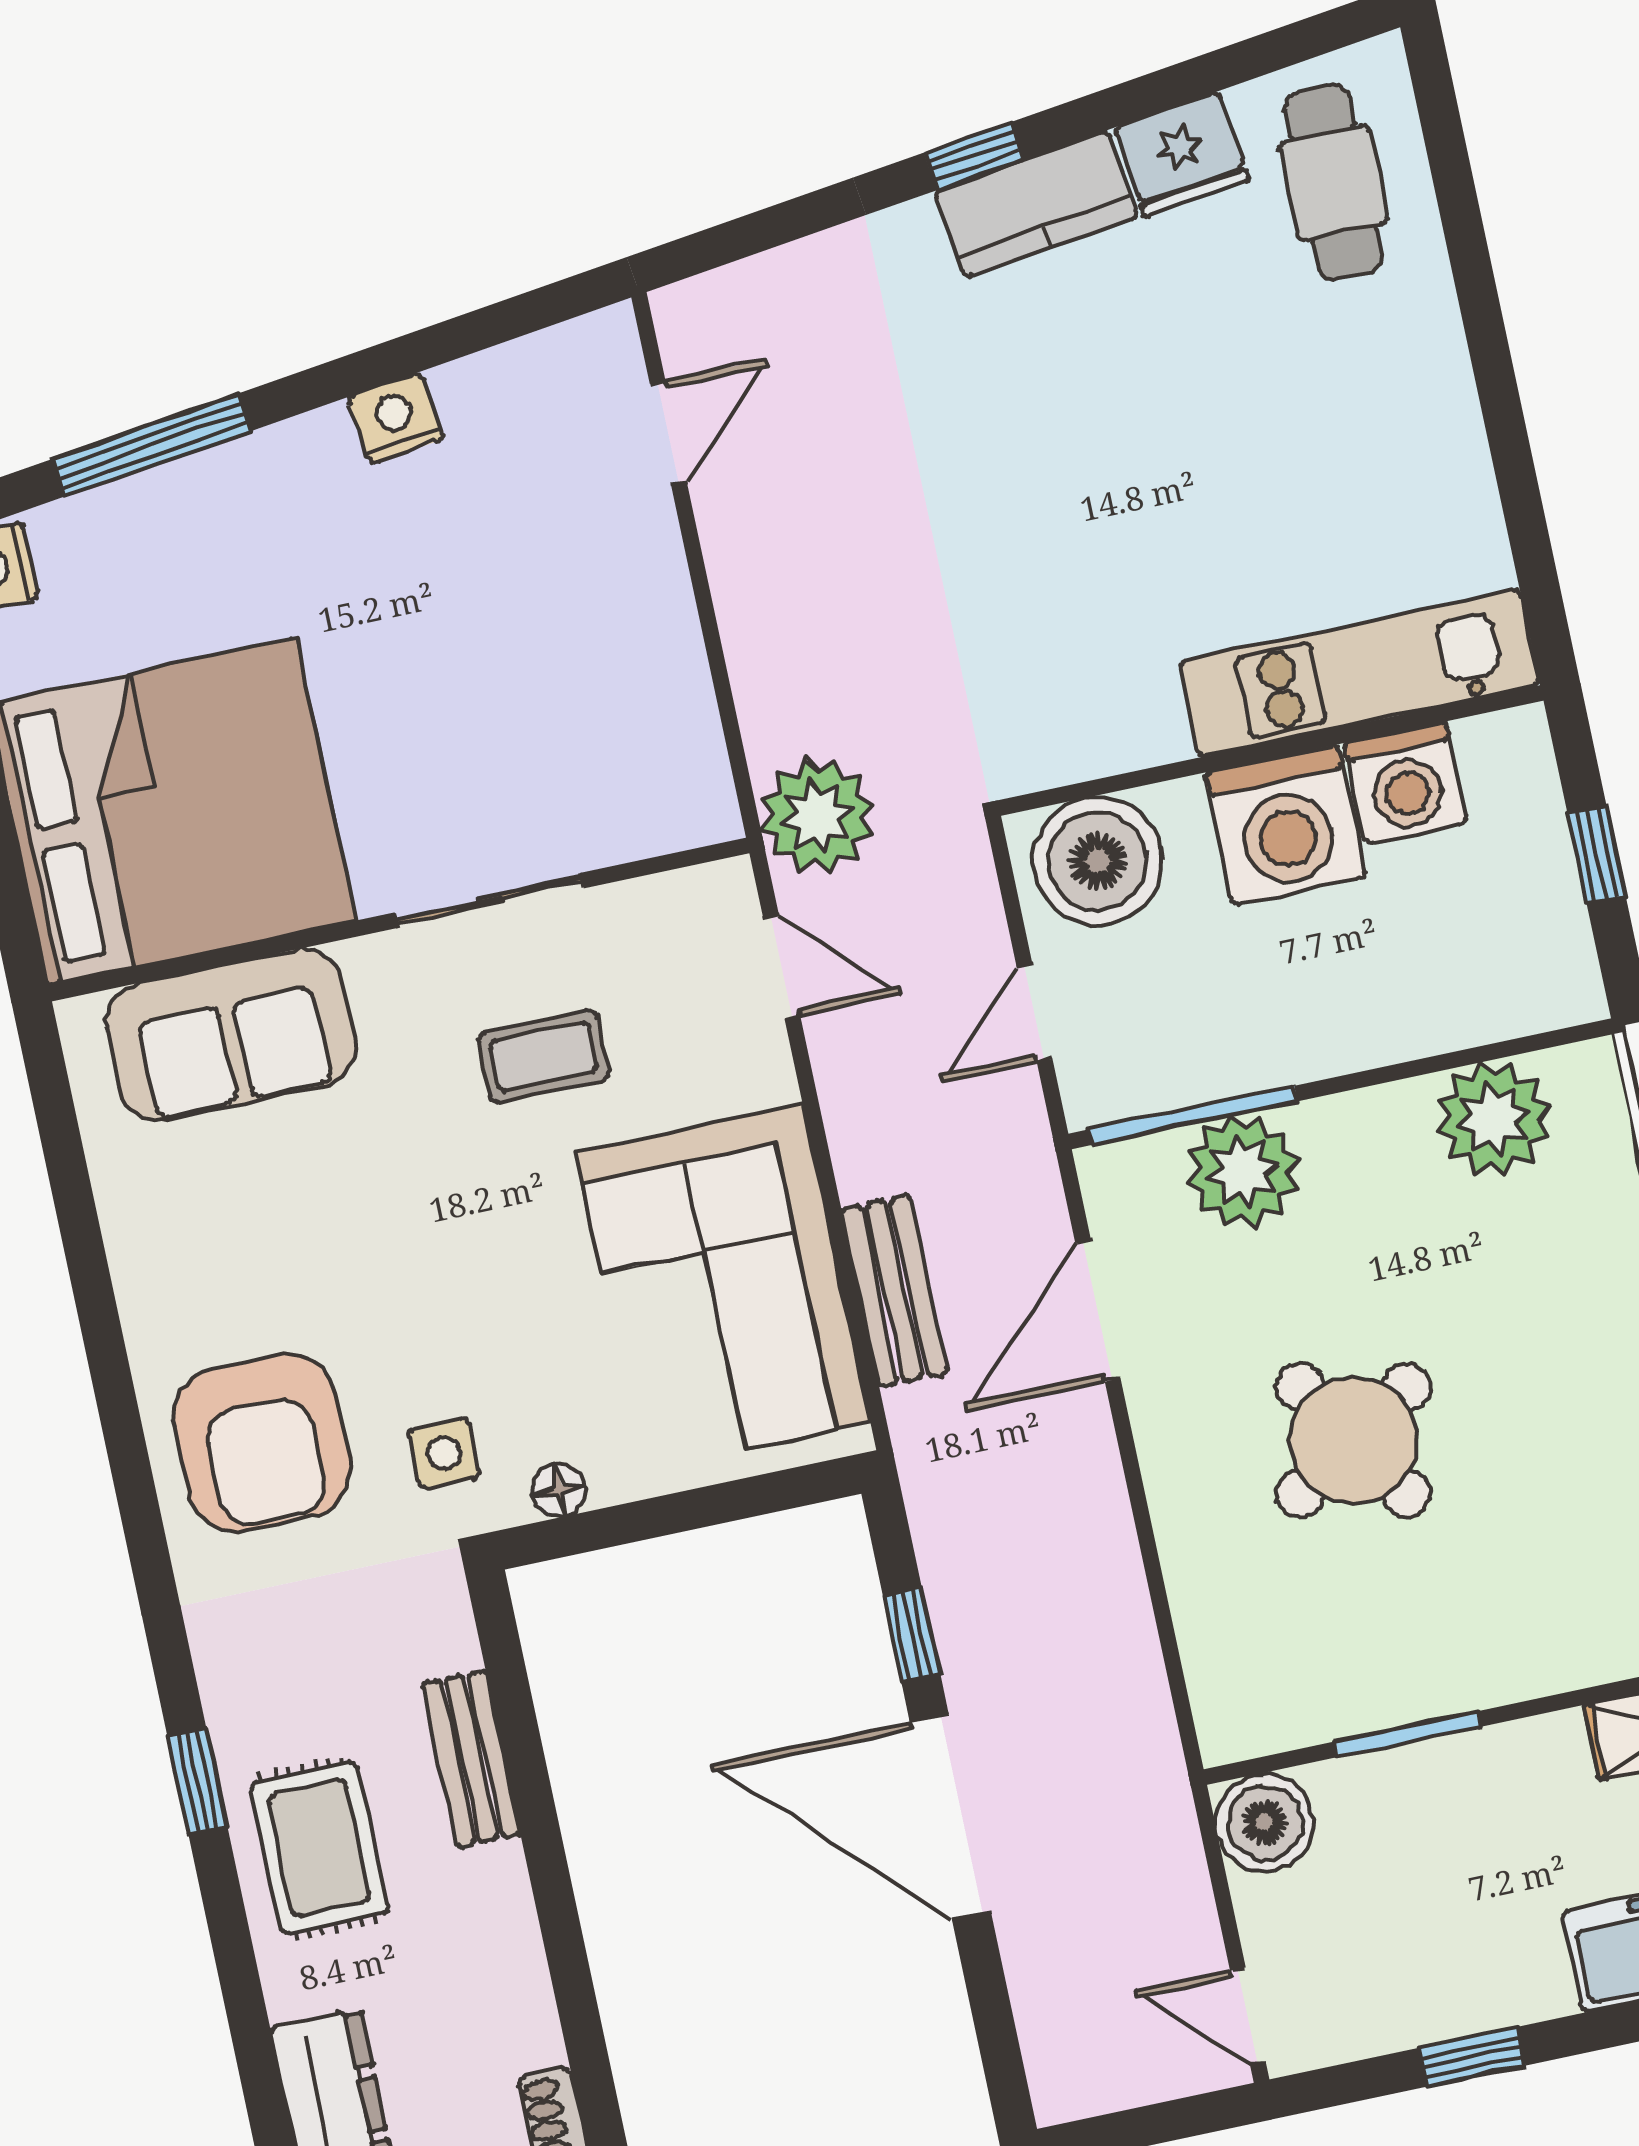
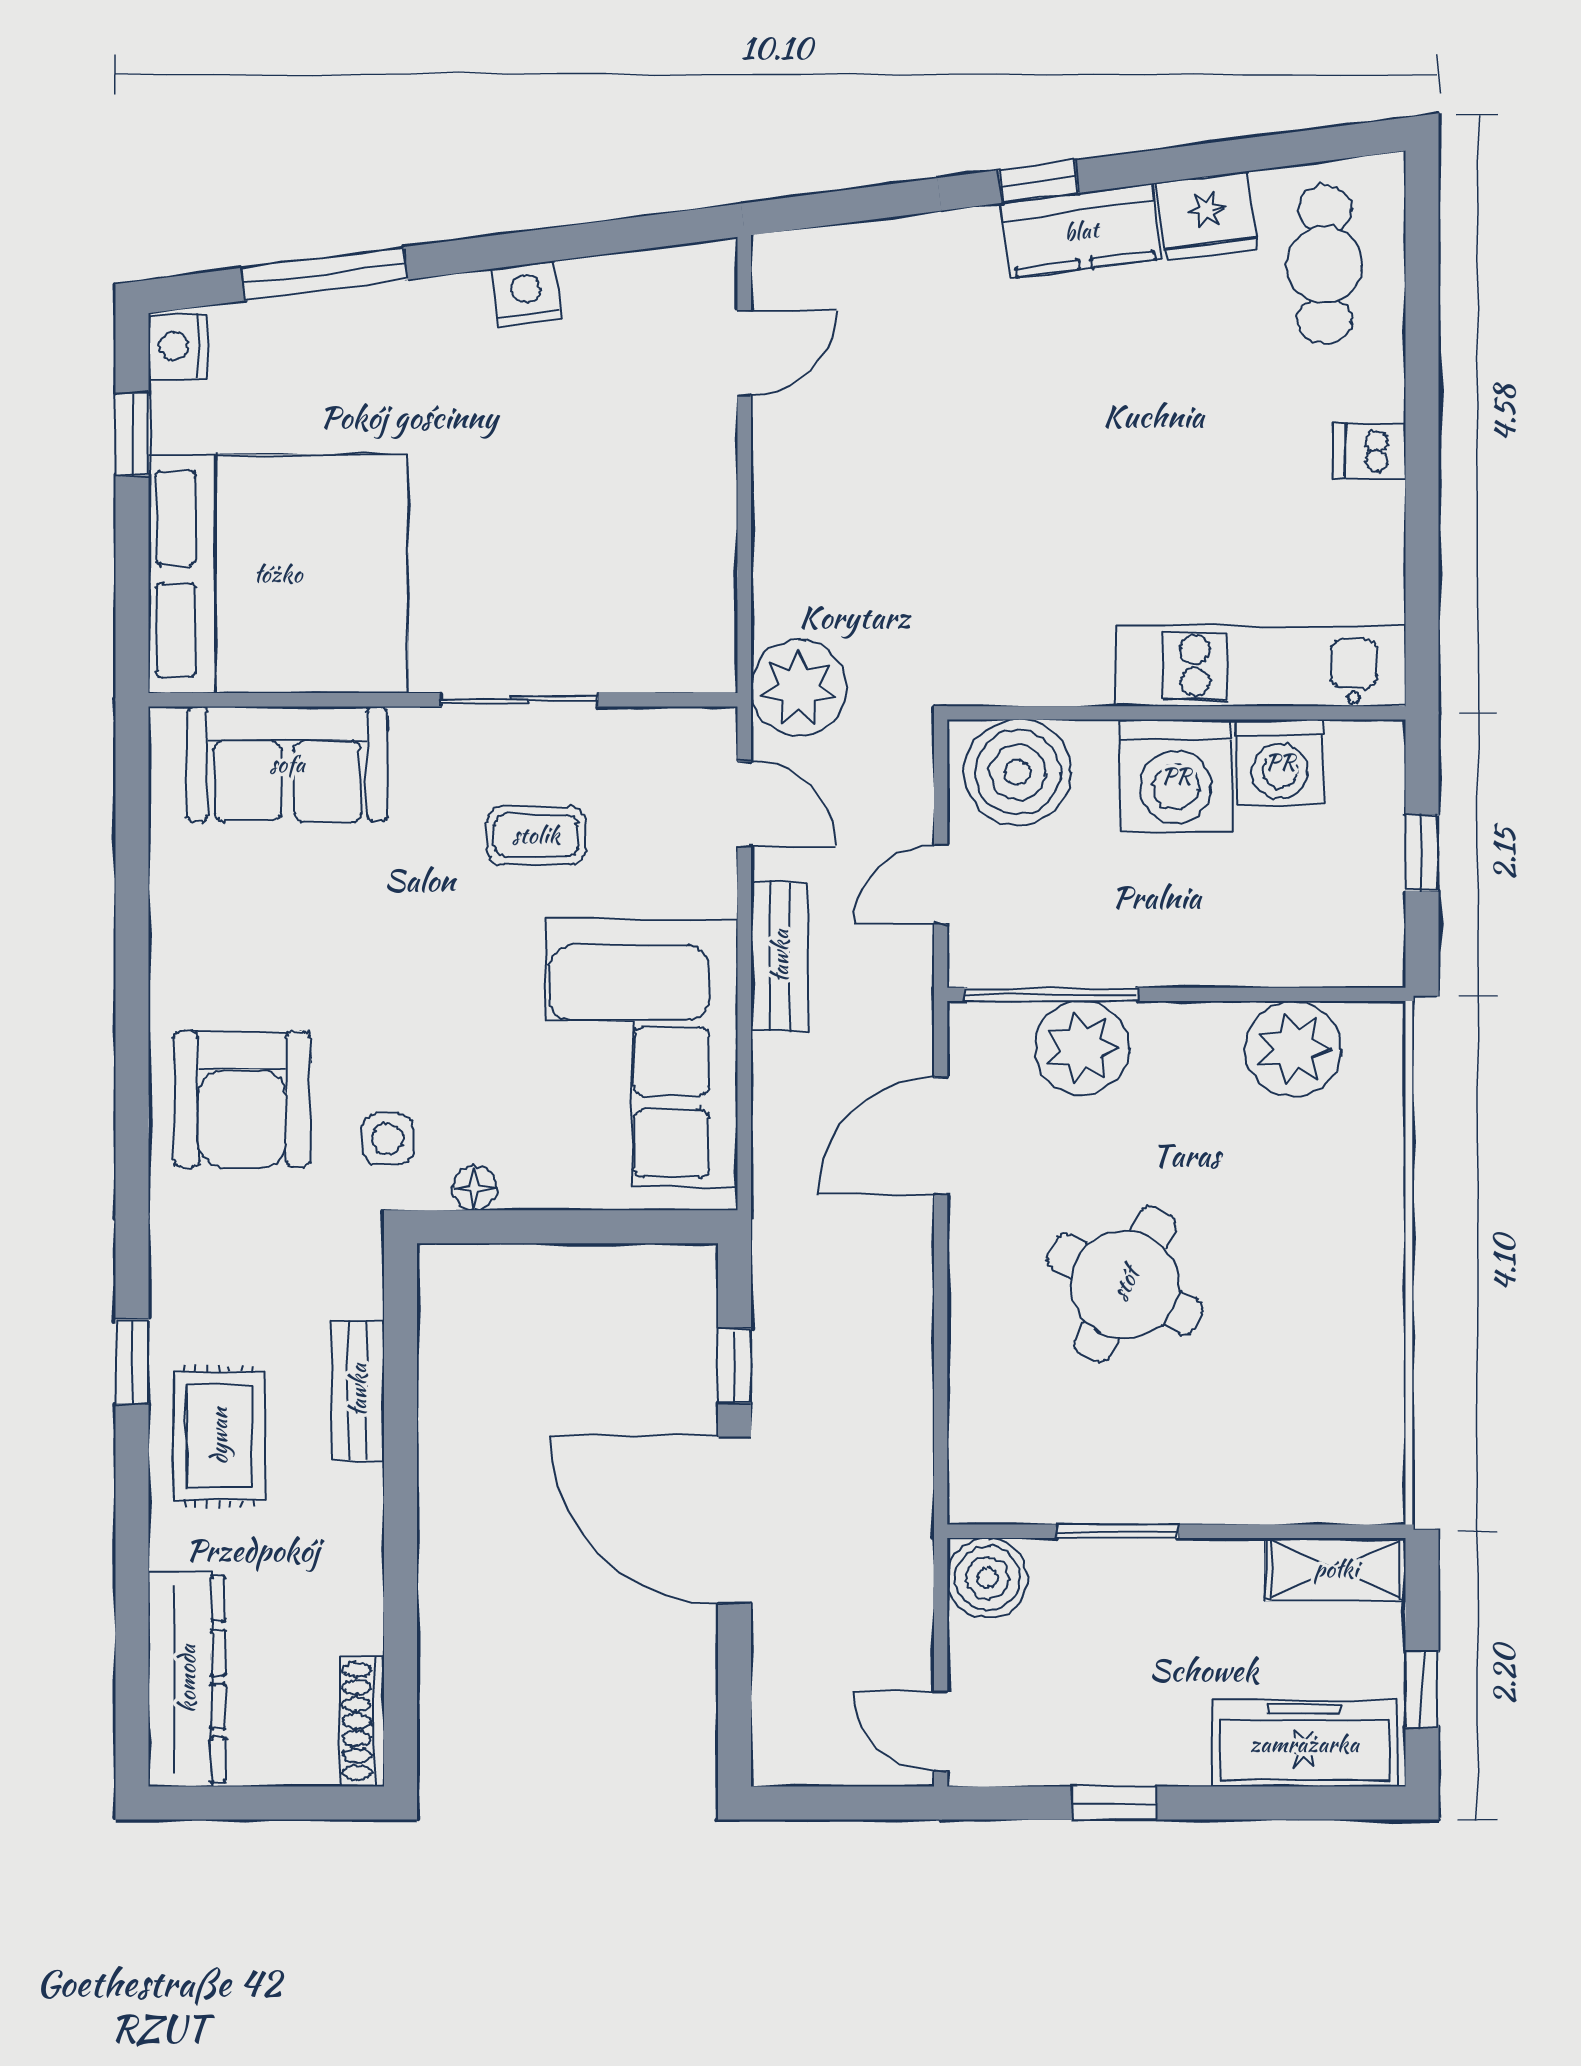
dishwasher: (1433, 392) -> (1370, 451), added
bench: (894, 1291) -> (780, 956), moved
round table: (1353, 1440) -> (1125, 1284), turned -30

